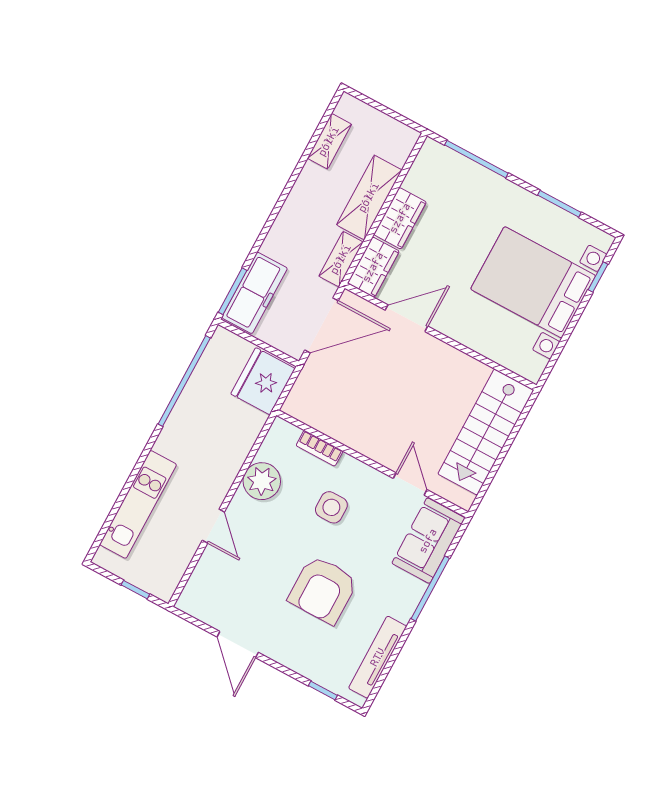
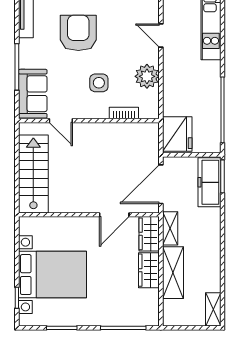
shelving: (329, 141) -> (213, 309), moved

